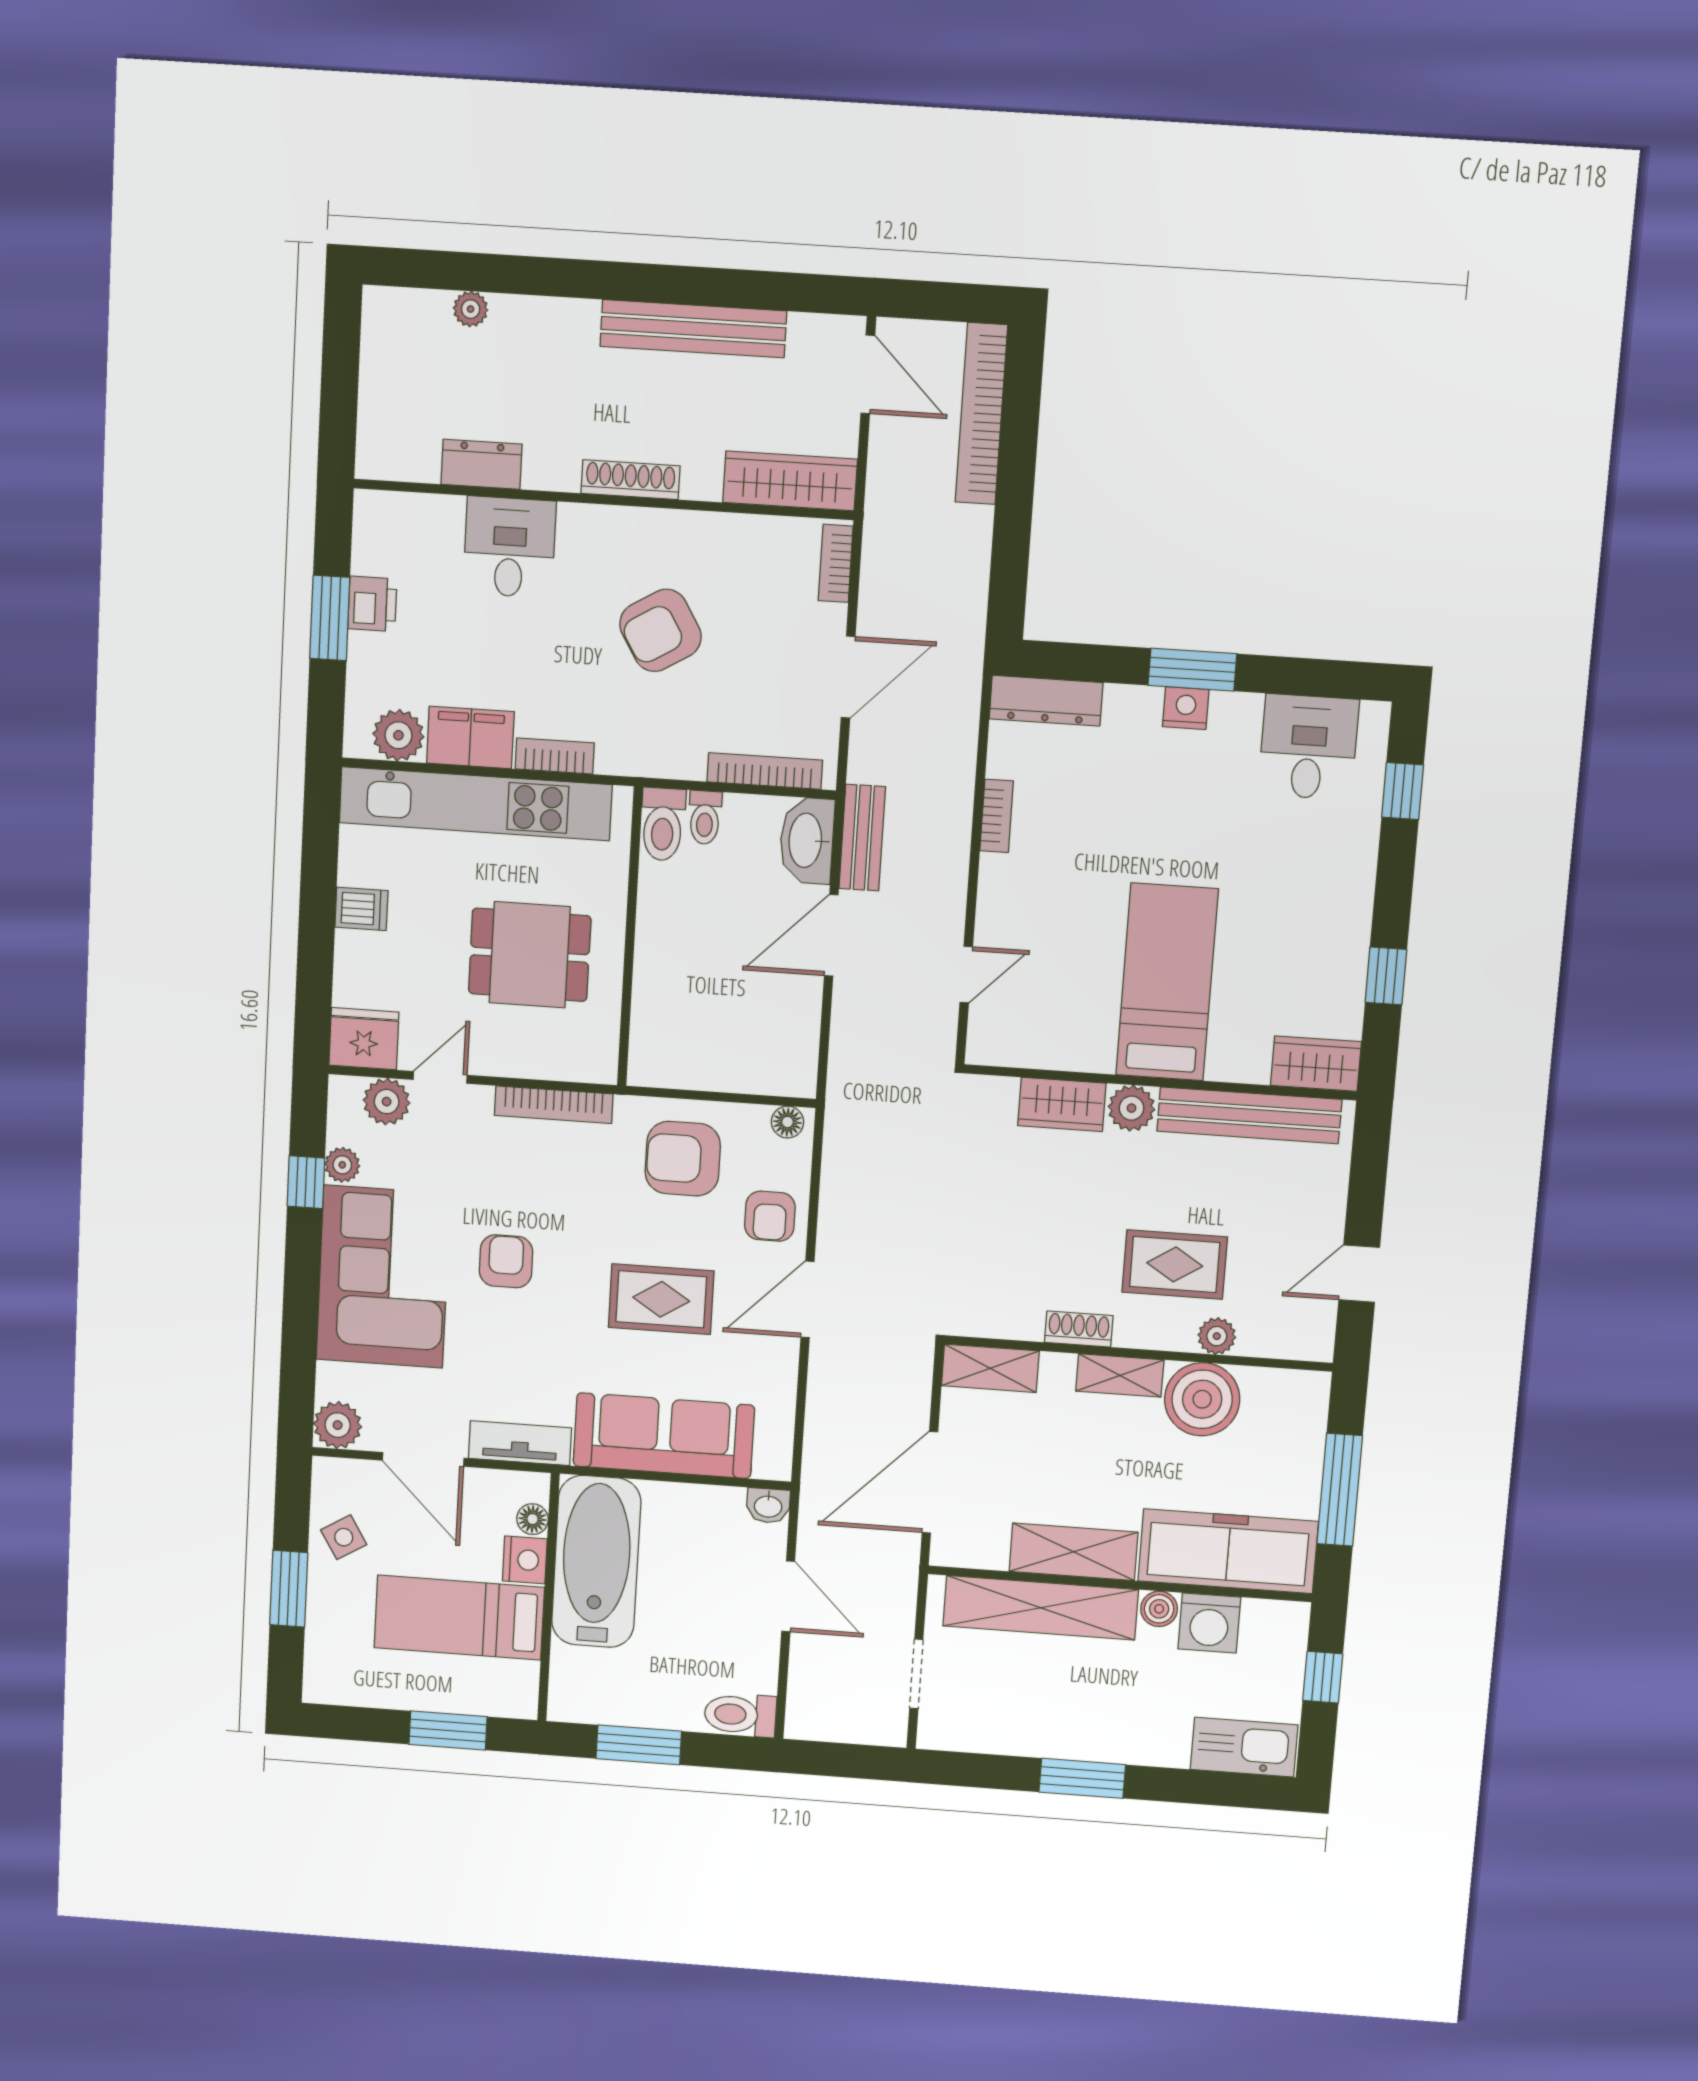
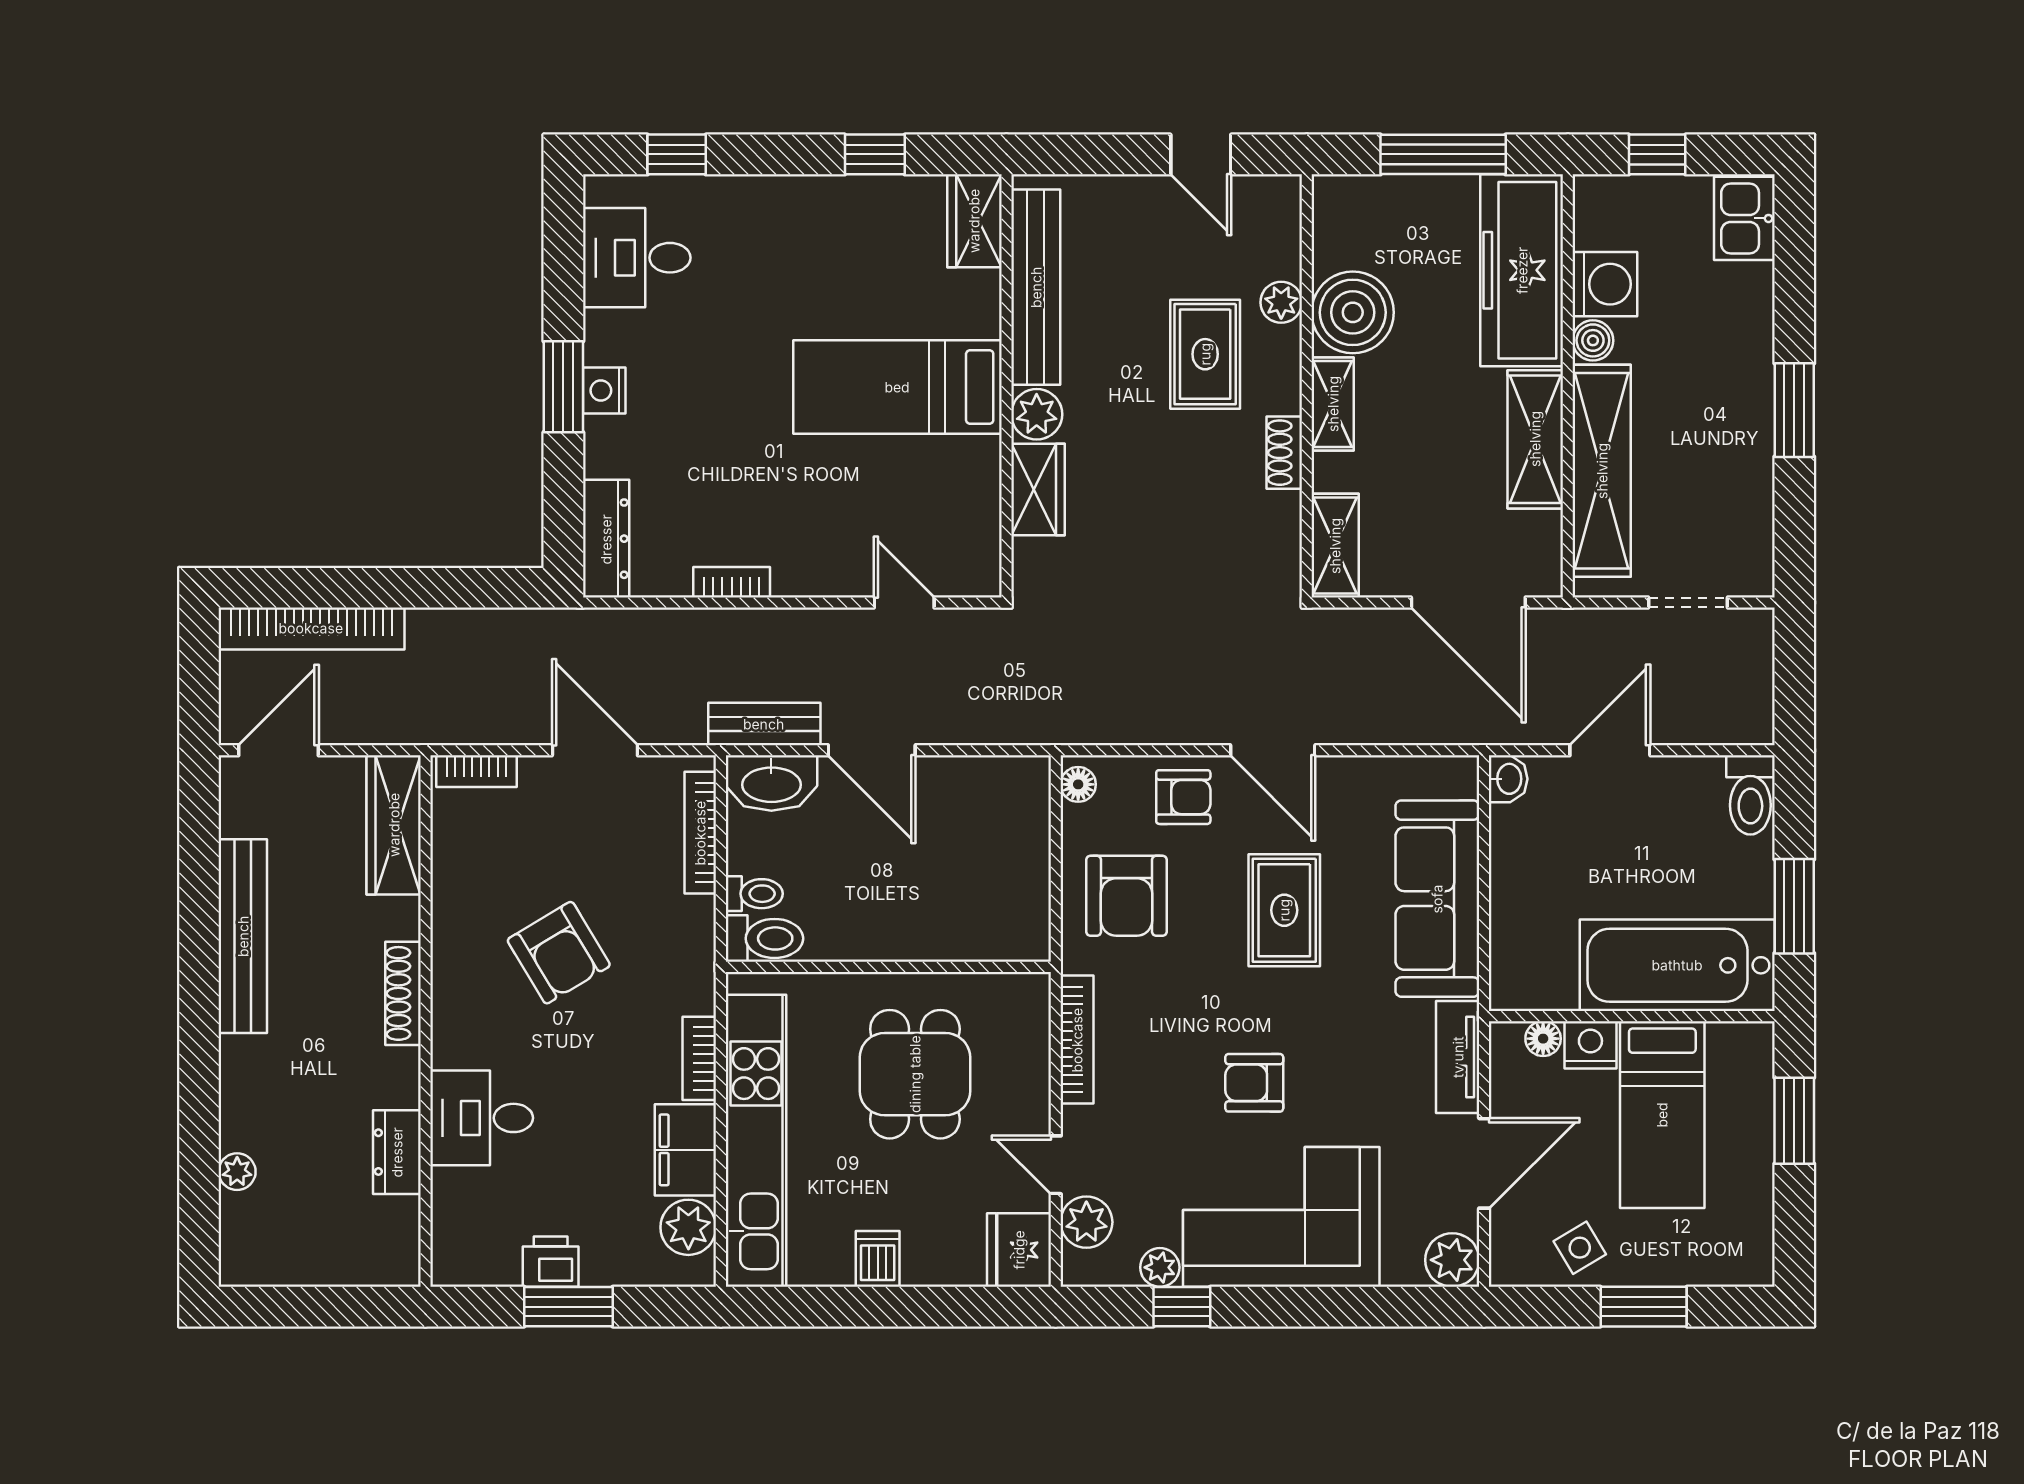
bathtub: (596, 1562) -> (1677, 965), moved
kitchen sink: (1244, 1747) -> (1744, 218), width x0.73

